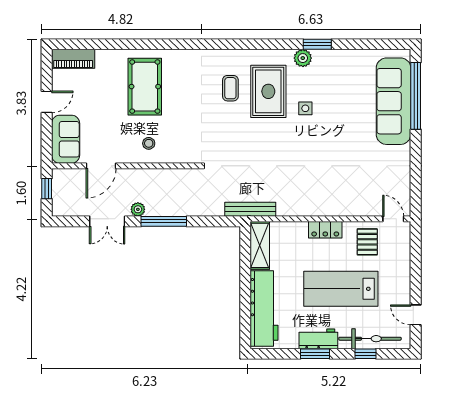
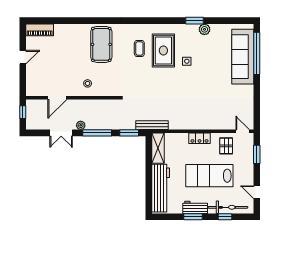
plant: (303, 58) -> (204, 29), moved
pool table: (145, 87) -> (101, 44), moved
sofa: (66, 139) -> (35, 81), removed
window: (214, 221) -> (129, 133), added
window: (416, 255) -> (257, 154), added

